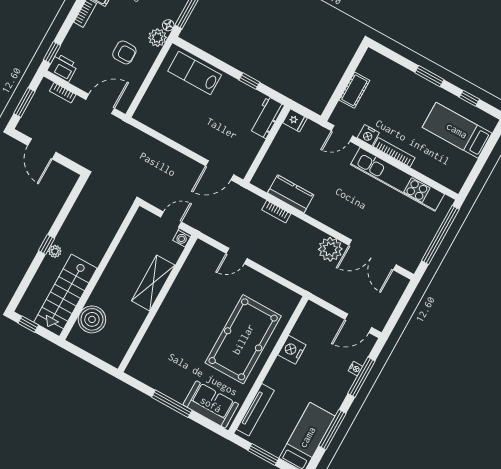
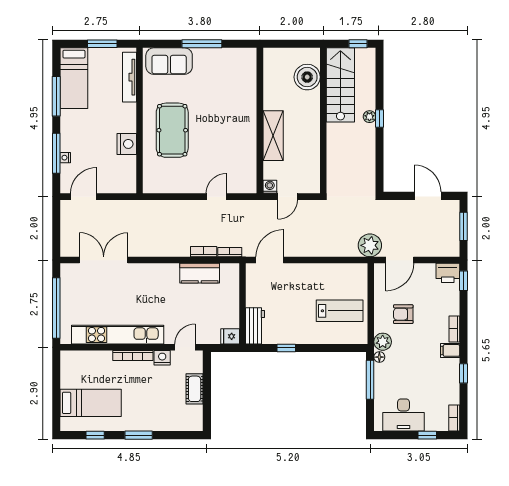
lab bench: (195, 73) -> (340, 311), moved
bookcase: (63, 93) -> (230, 252), moved
plant: (330, 249) -> (370, 245), moved
pool table: (243, 339) -> (172, 130), width x0.73, depth x0.76

